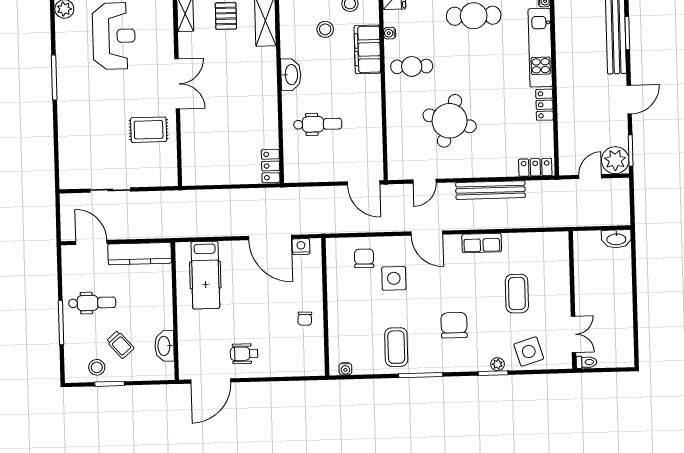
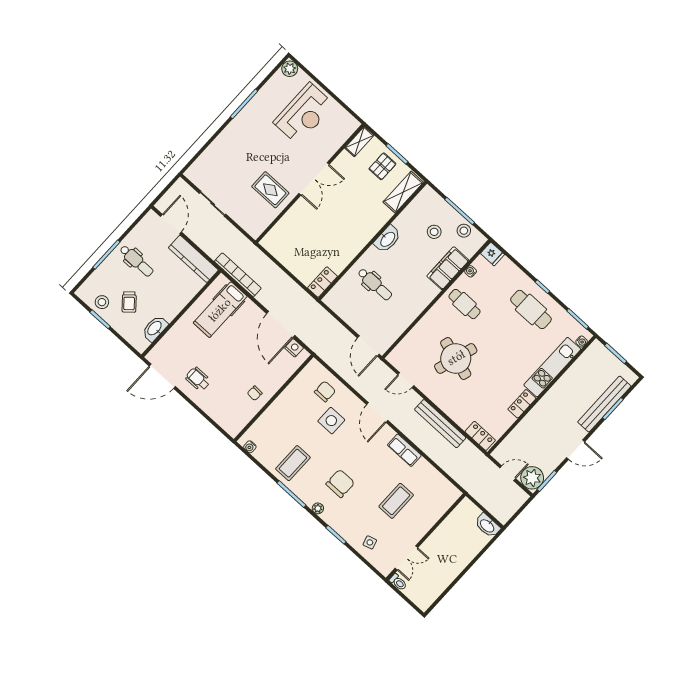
bookcase: (191, 230) -> (238, 275), added
side table: (529, 351) -> (370, 542), width x0.54, depth x0.54
plant: (497, 364) -> (318, 508), moved

